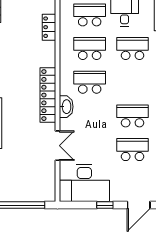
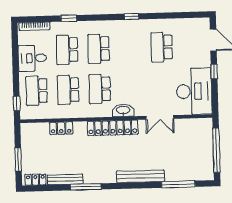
locker: (49, 27) -> (61, 128), moved
school desk: (133, 116) -> (99, 49), moved
double door: (57, 146) -> (160, 117), swing flipped

